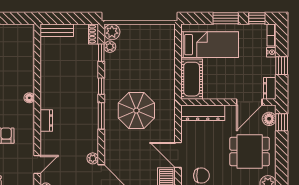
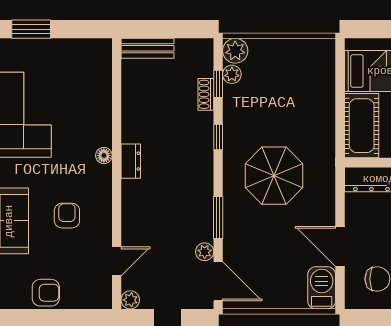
shoe rack: (93, 34) -> (206, 94), moved
window: (101, 116) -> (218, 217), moved
dresser: (46, 121) -> (131, 161), moved

